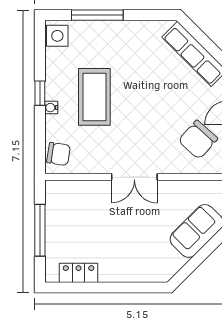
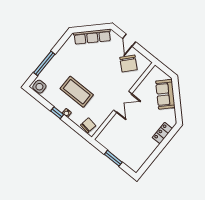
window: (40, 230) -> (113, 158), width x0.69
locker: (79, 273) -> (162, 133), moved

